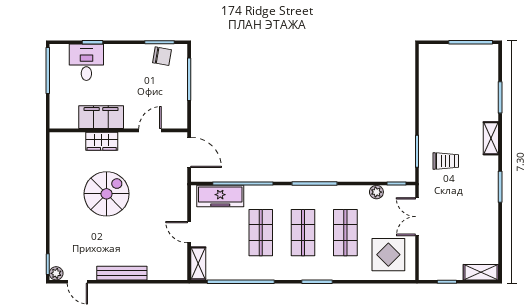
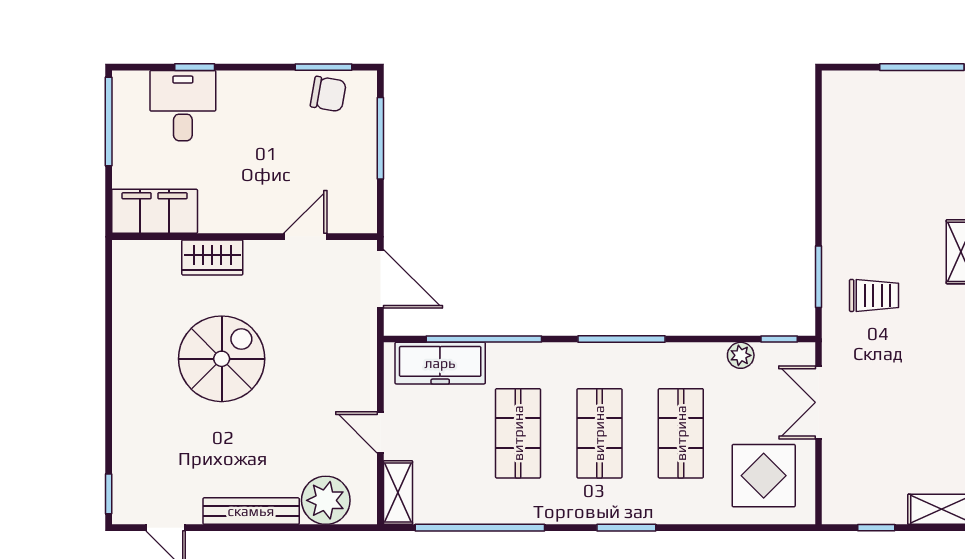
filing cabinet: (101, 117) -> (155, 211), moved
plant: (56, 273) -> (326, 500), moved, width x1.87, depth x1.87

